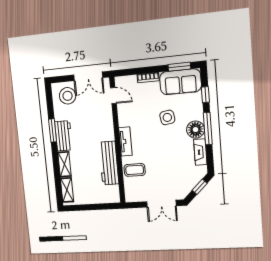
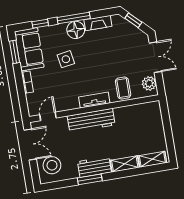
workbench: (109, 163) -> (91, 120), moved
plant: (137, 195) -> (149, 83), added

